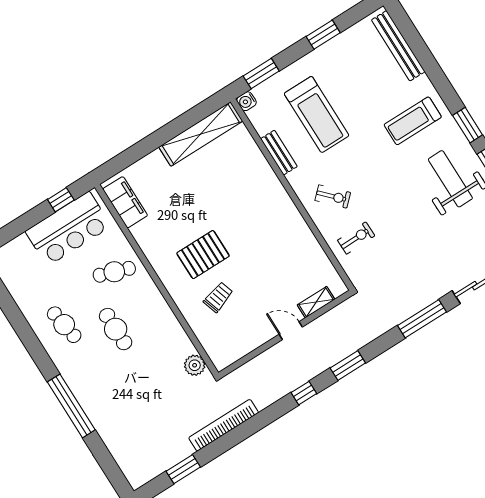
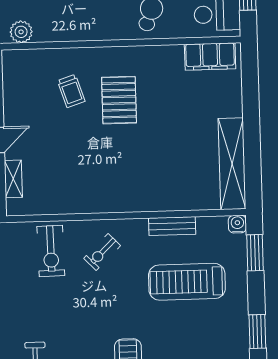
exercise bike: (356, 238) -> (51, 251), width x1.38, depth x1.39

